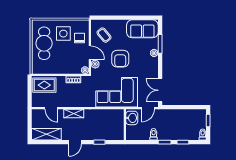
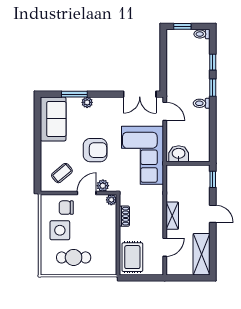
cafe table: (44, 43) -> (74, 257), width x0.73, depth x0.74
washbasin: (132, 118) -> (179, 154), moved
wall: (125, 125) -> (188, 163), moved

